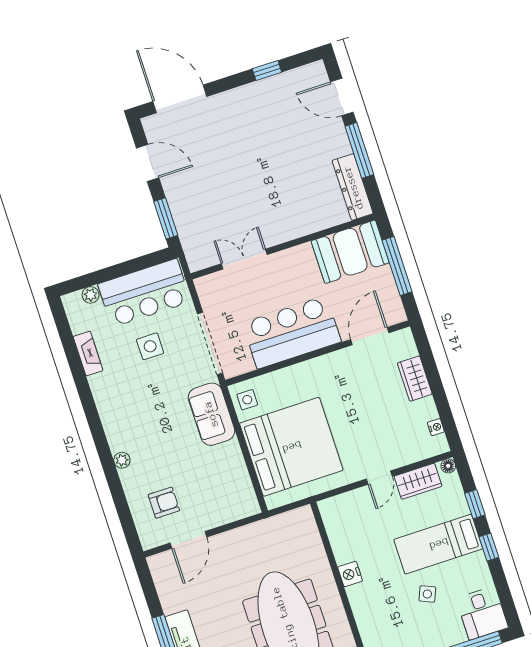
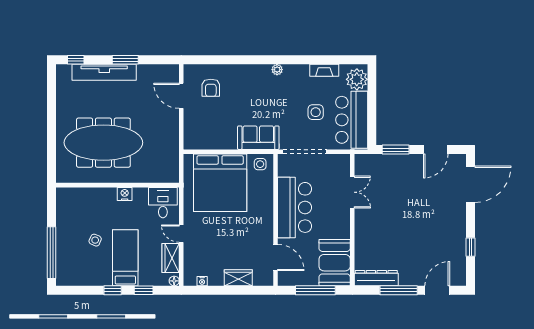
plant: (91, 295) -> (357, 79), width x1.88, depth x1.88
plant: (122, 460) -> (277, 70), moved
desk: (482, 613) -> (163, 203), moved, turned 90

